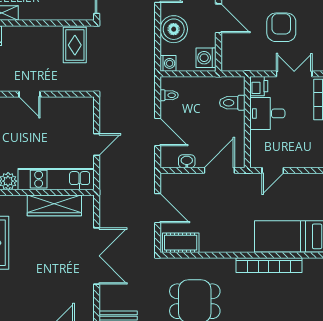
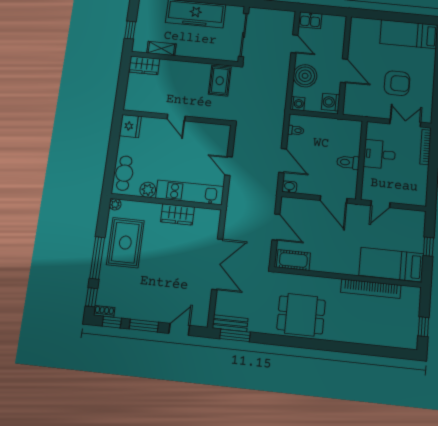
armchair: (281, 27) -> (397, 83), turned 90
printer: (259, 86) -> (374, 130), removed
toilet: (232, 103) -> (348, 162), moved
door: (97, 145) -> (229, 166), swing flipped
washbasin: (187, 161) -> (289, 187), moved
door: (219, 170) -> (334, 199), swing flipped
wardrobe: (54, 205) -> (178, 214), width x0.67

